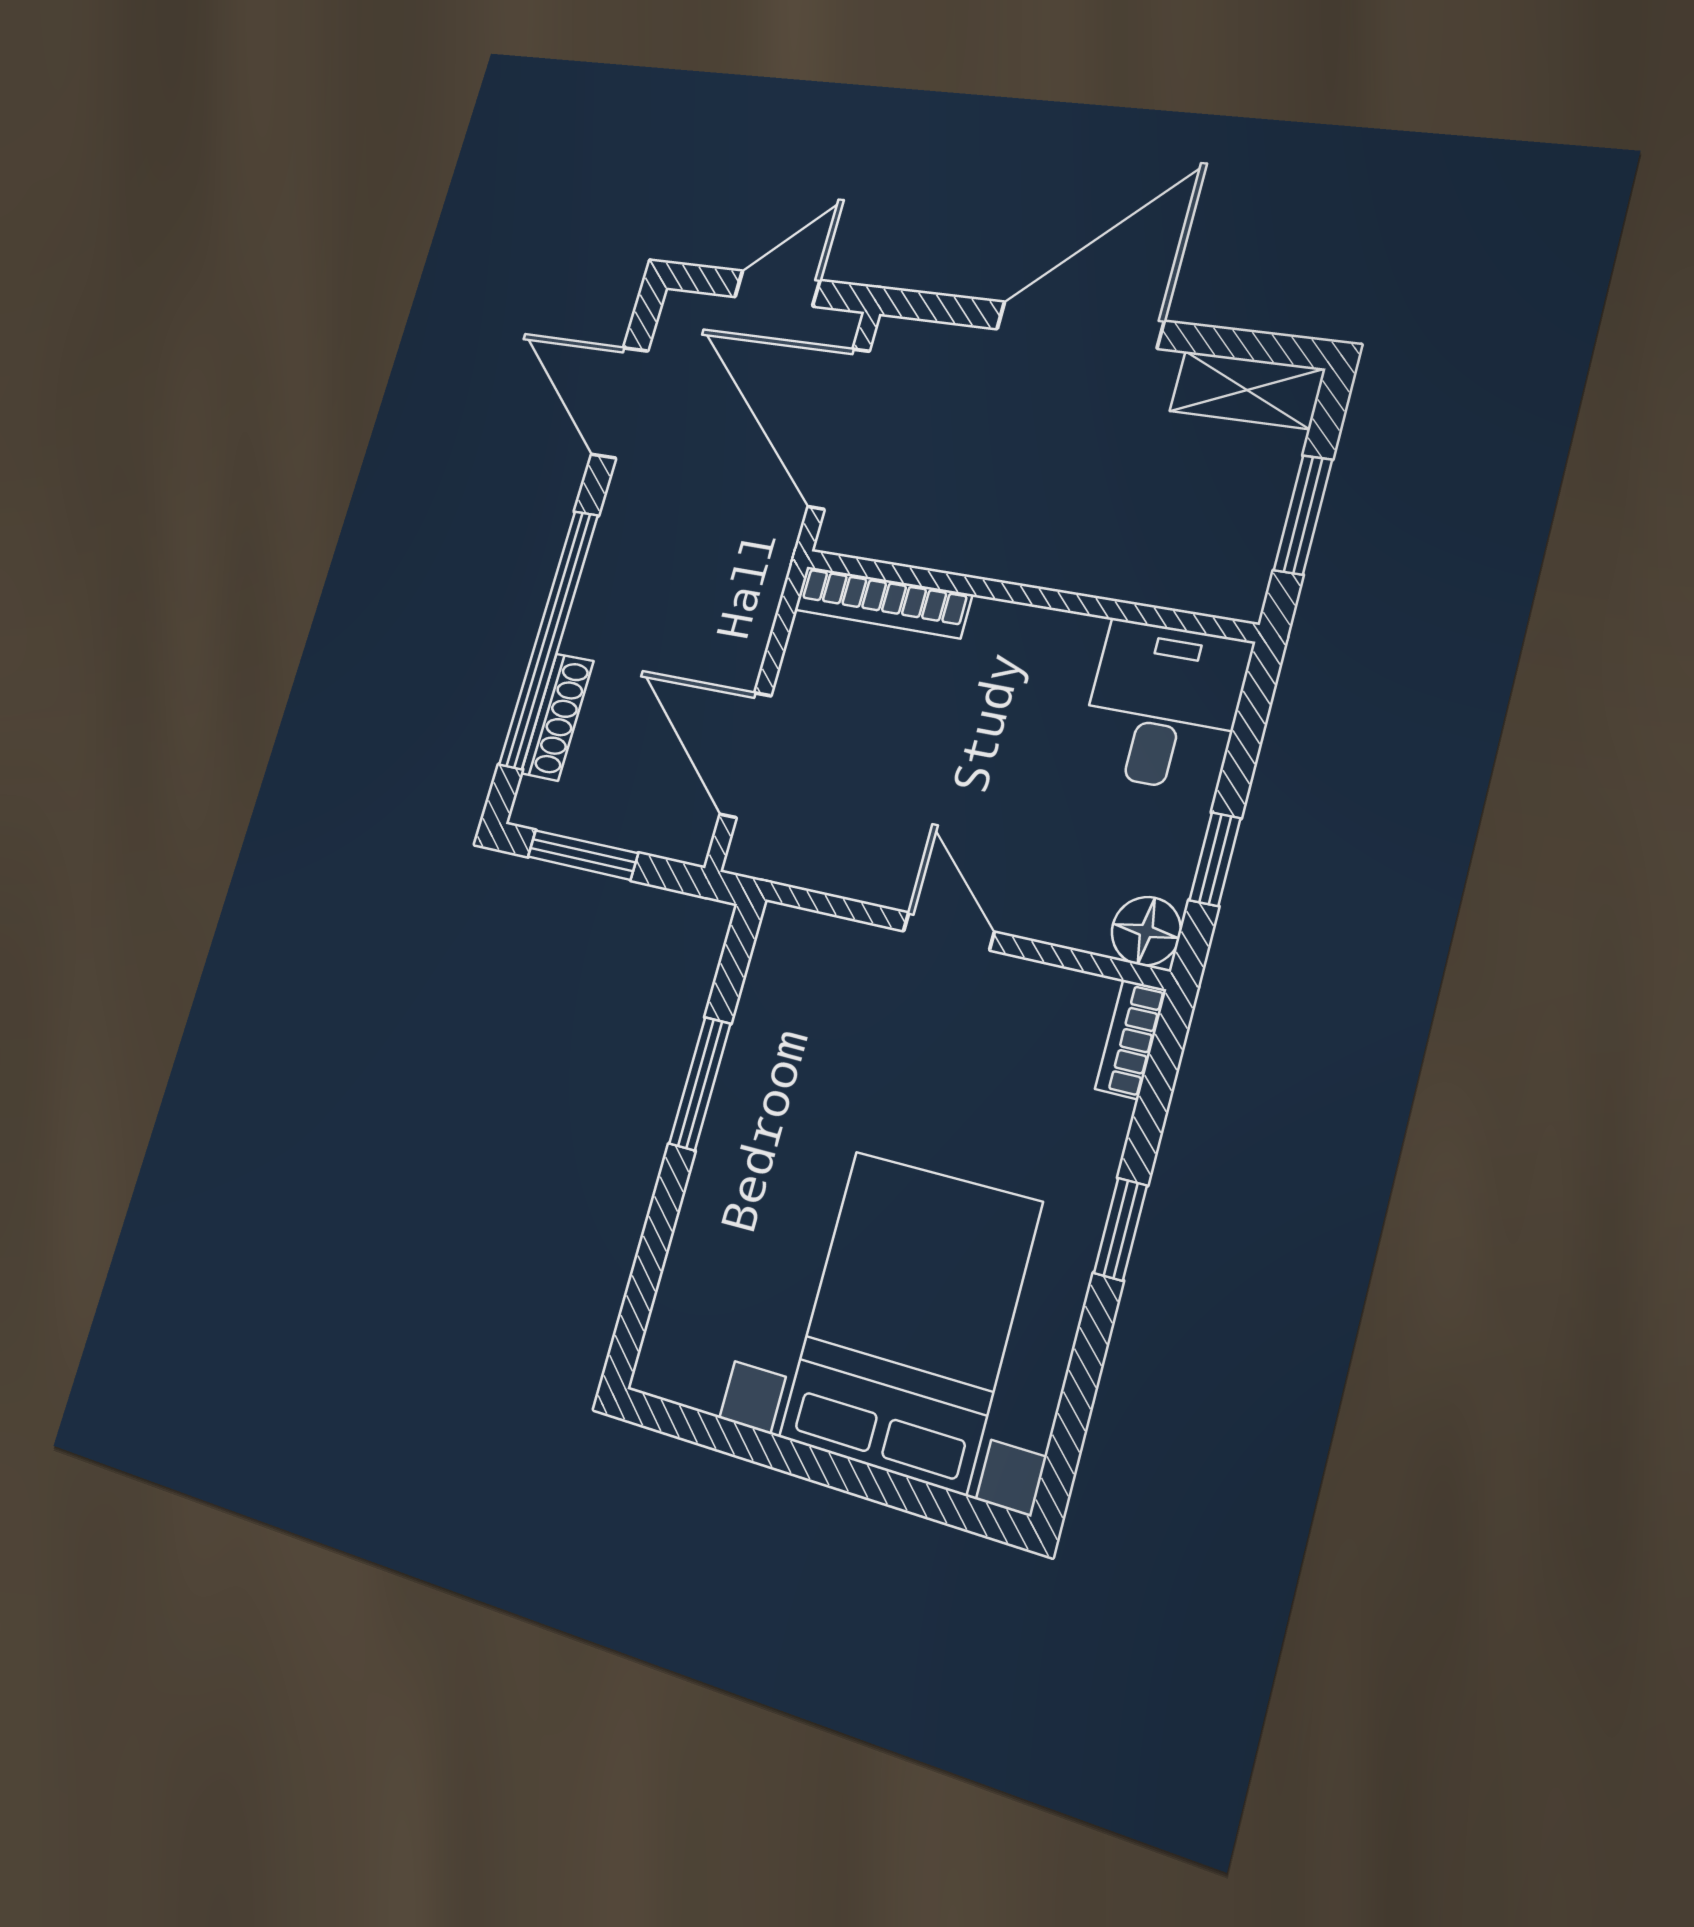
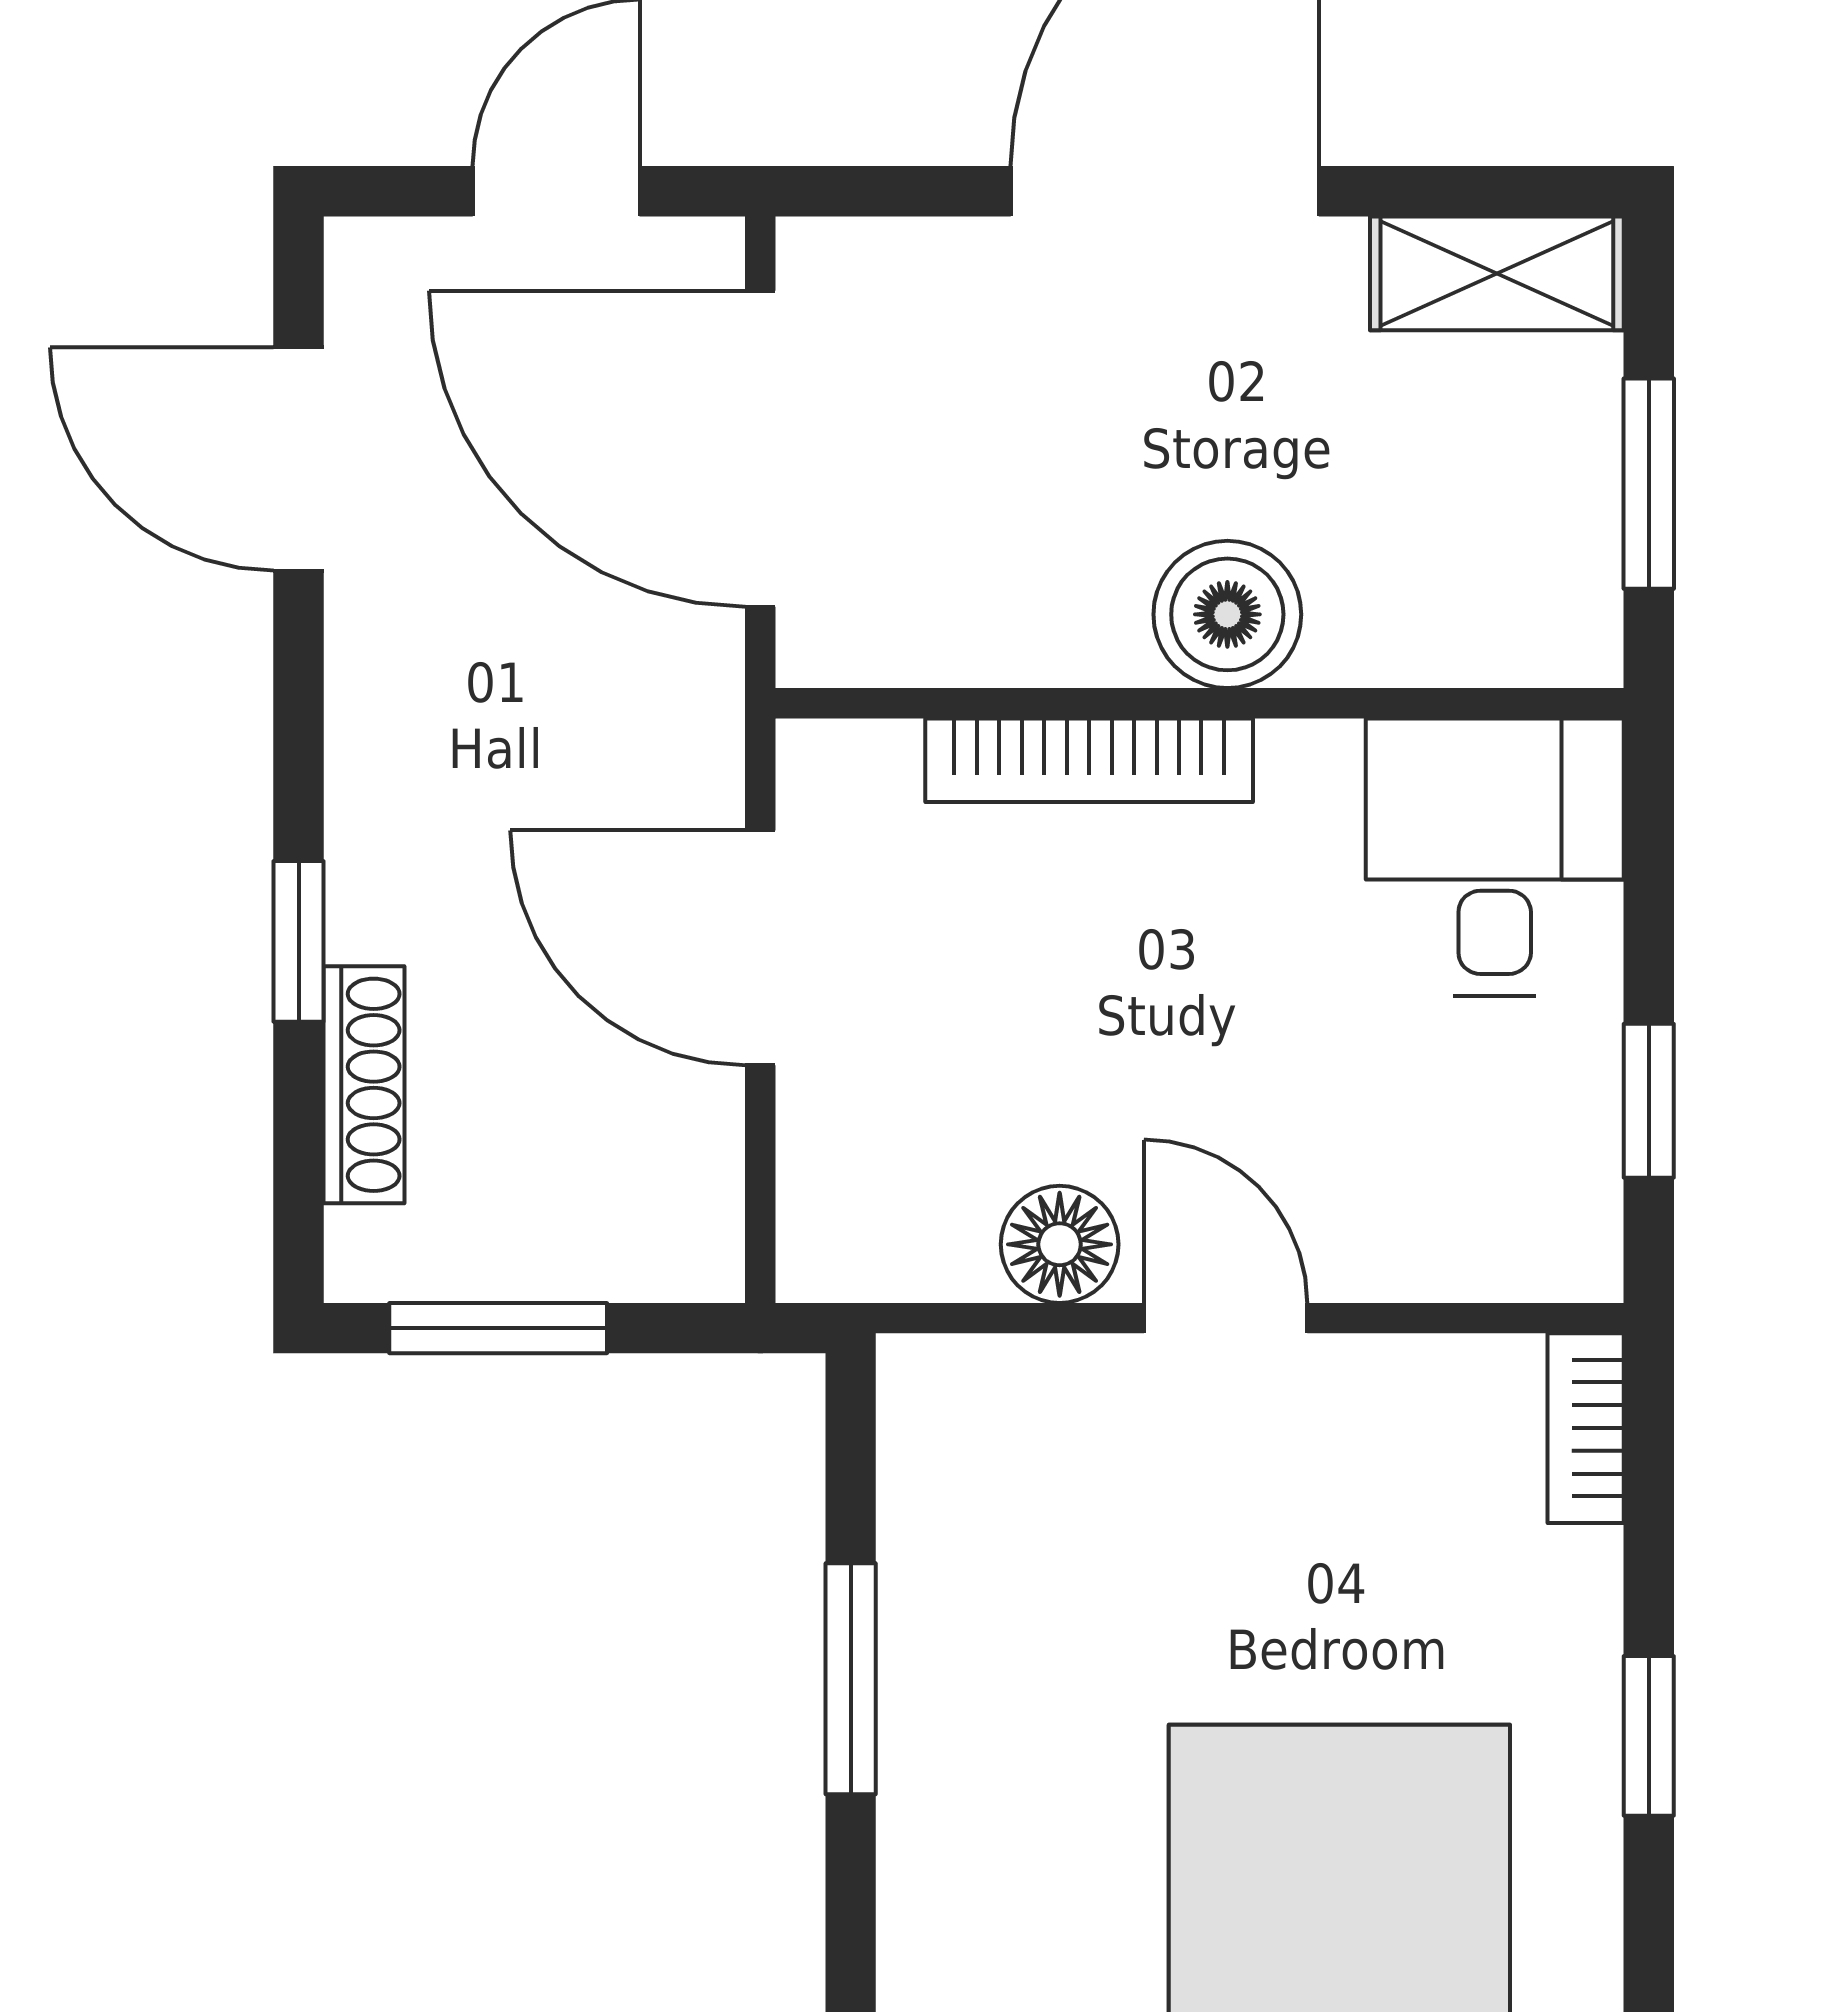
boiler: (1053, 550) -> (1227, 614), added
bookcase: (883, 602) -> (1089, 760), moved
window: (549, 639) -> (299, 941), width x0.32
door: (746, 755) -> (760, 948), moved
floor lamp: (1146, 931) -> (1060, 1244), moved

